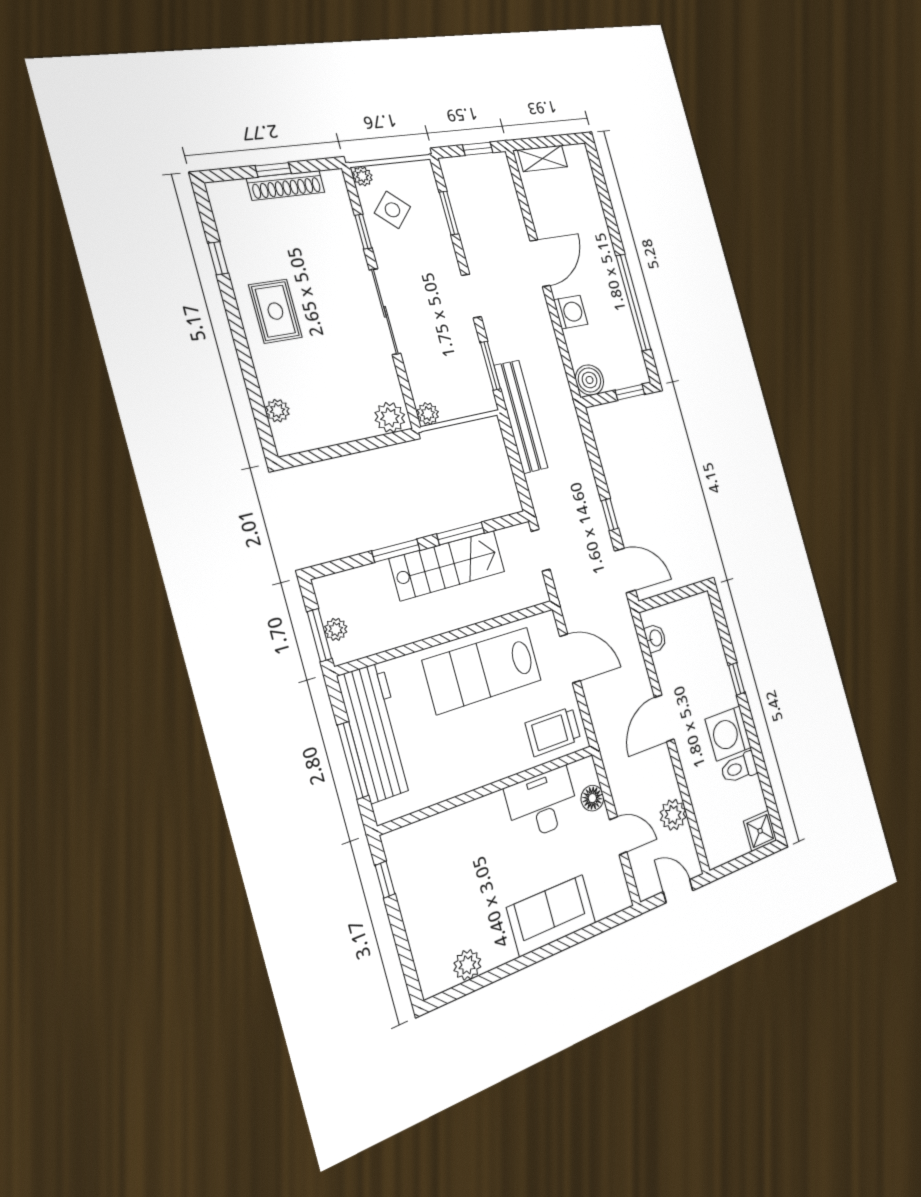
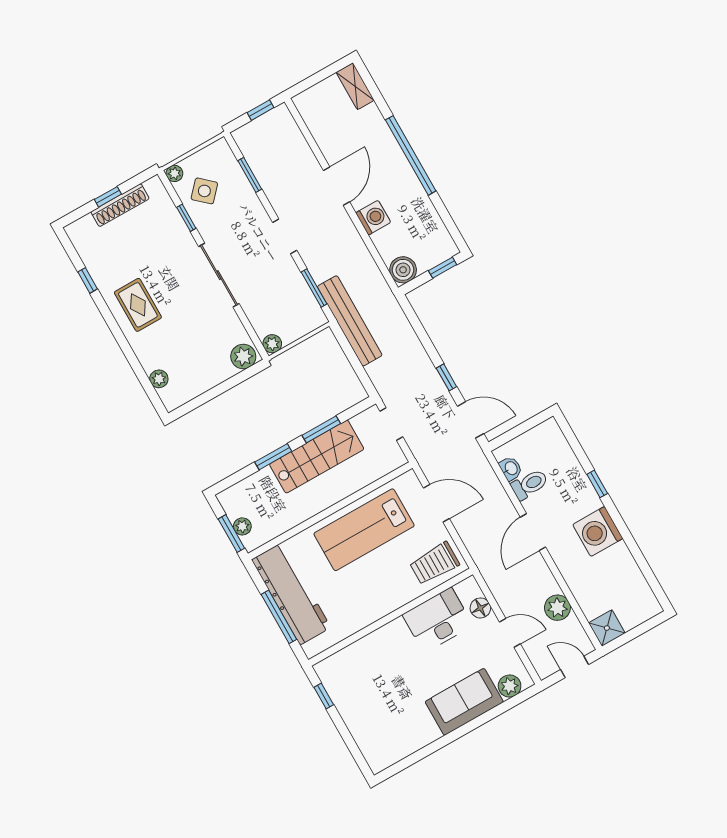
shelving: (543, 158) -> (355, 86), moved, turned 90
window: (633, 302) -> (411, 155), moved
toilet: (739, 768) -> (530, 484), moved, turned 180
shower: (760, 831) -> (607, 628), moved
plant: (467, 965) -> (510, 686), moved

